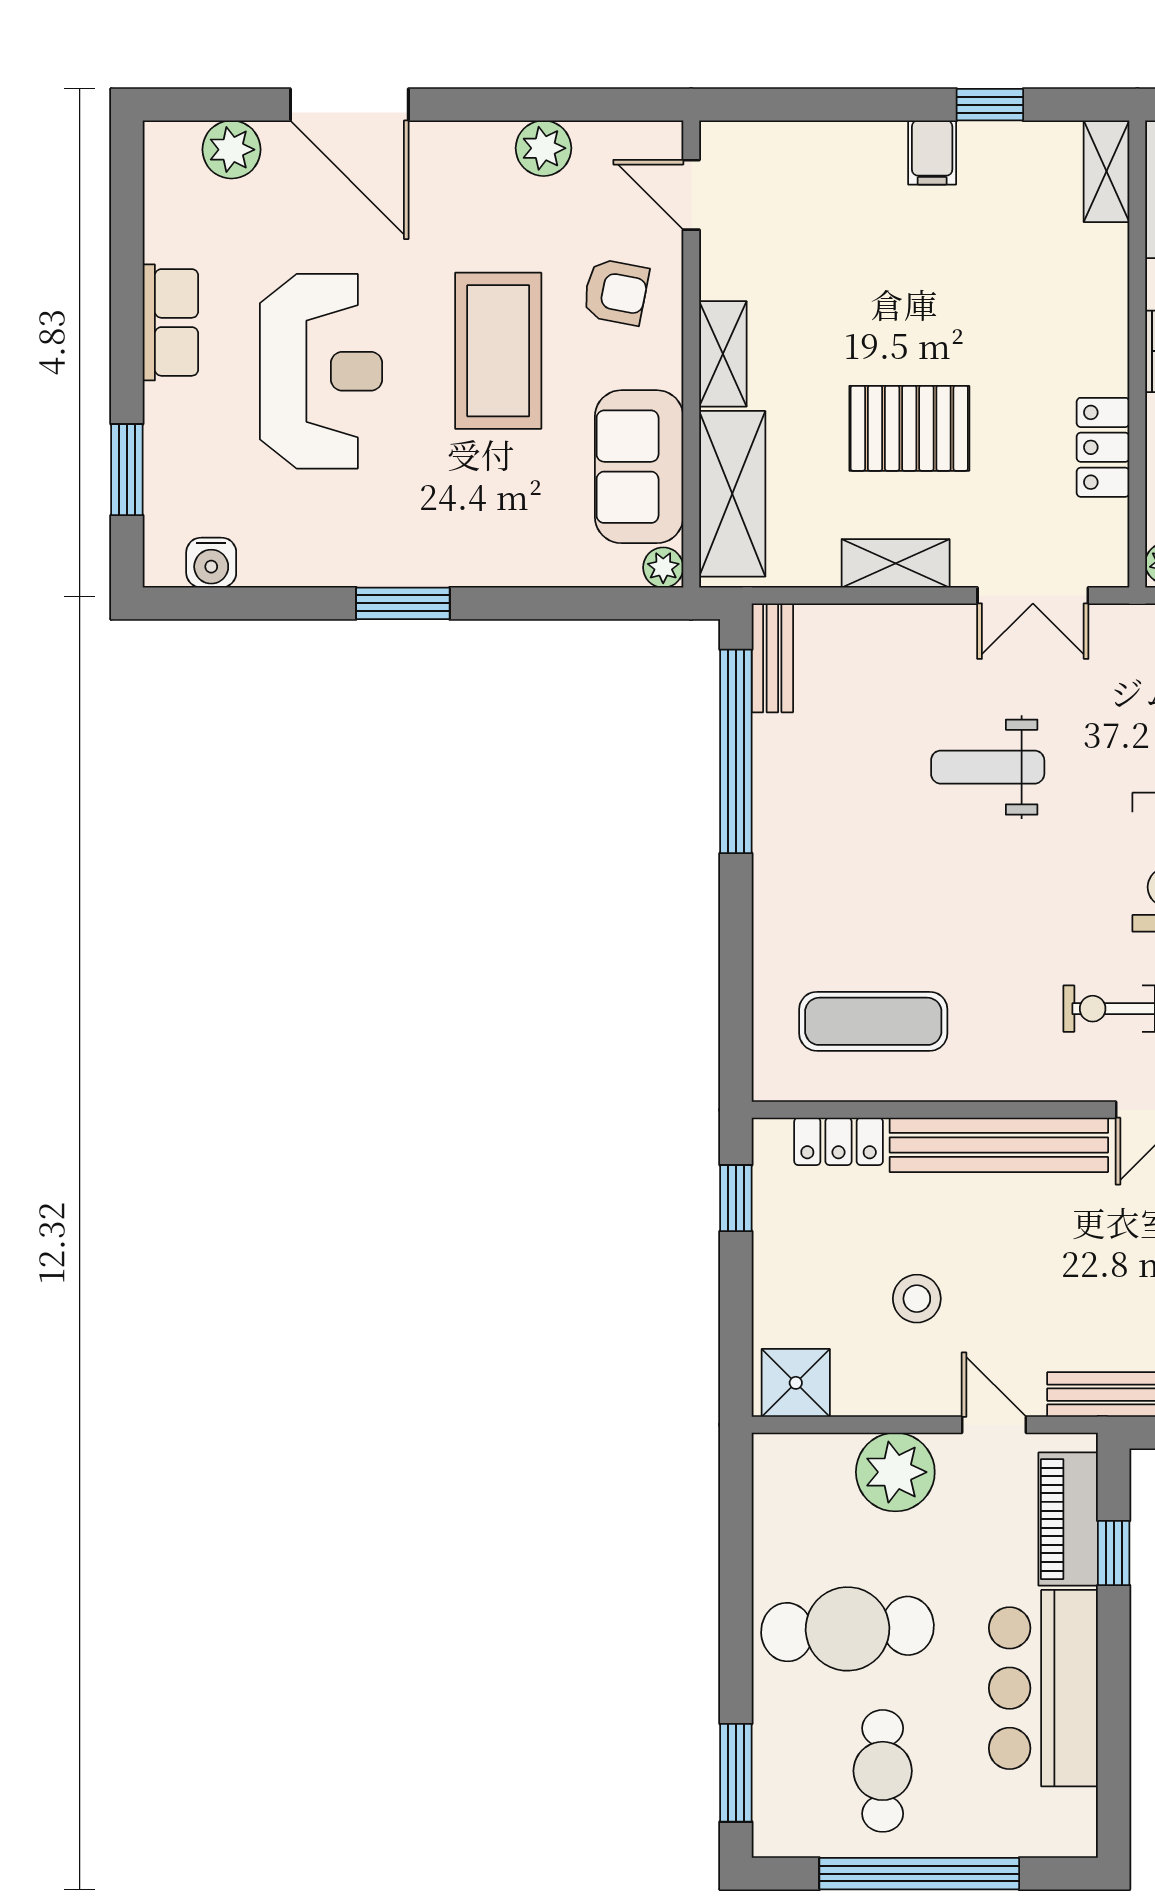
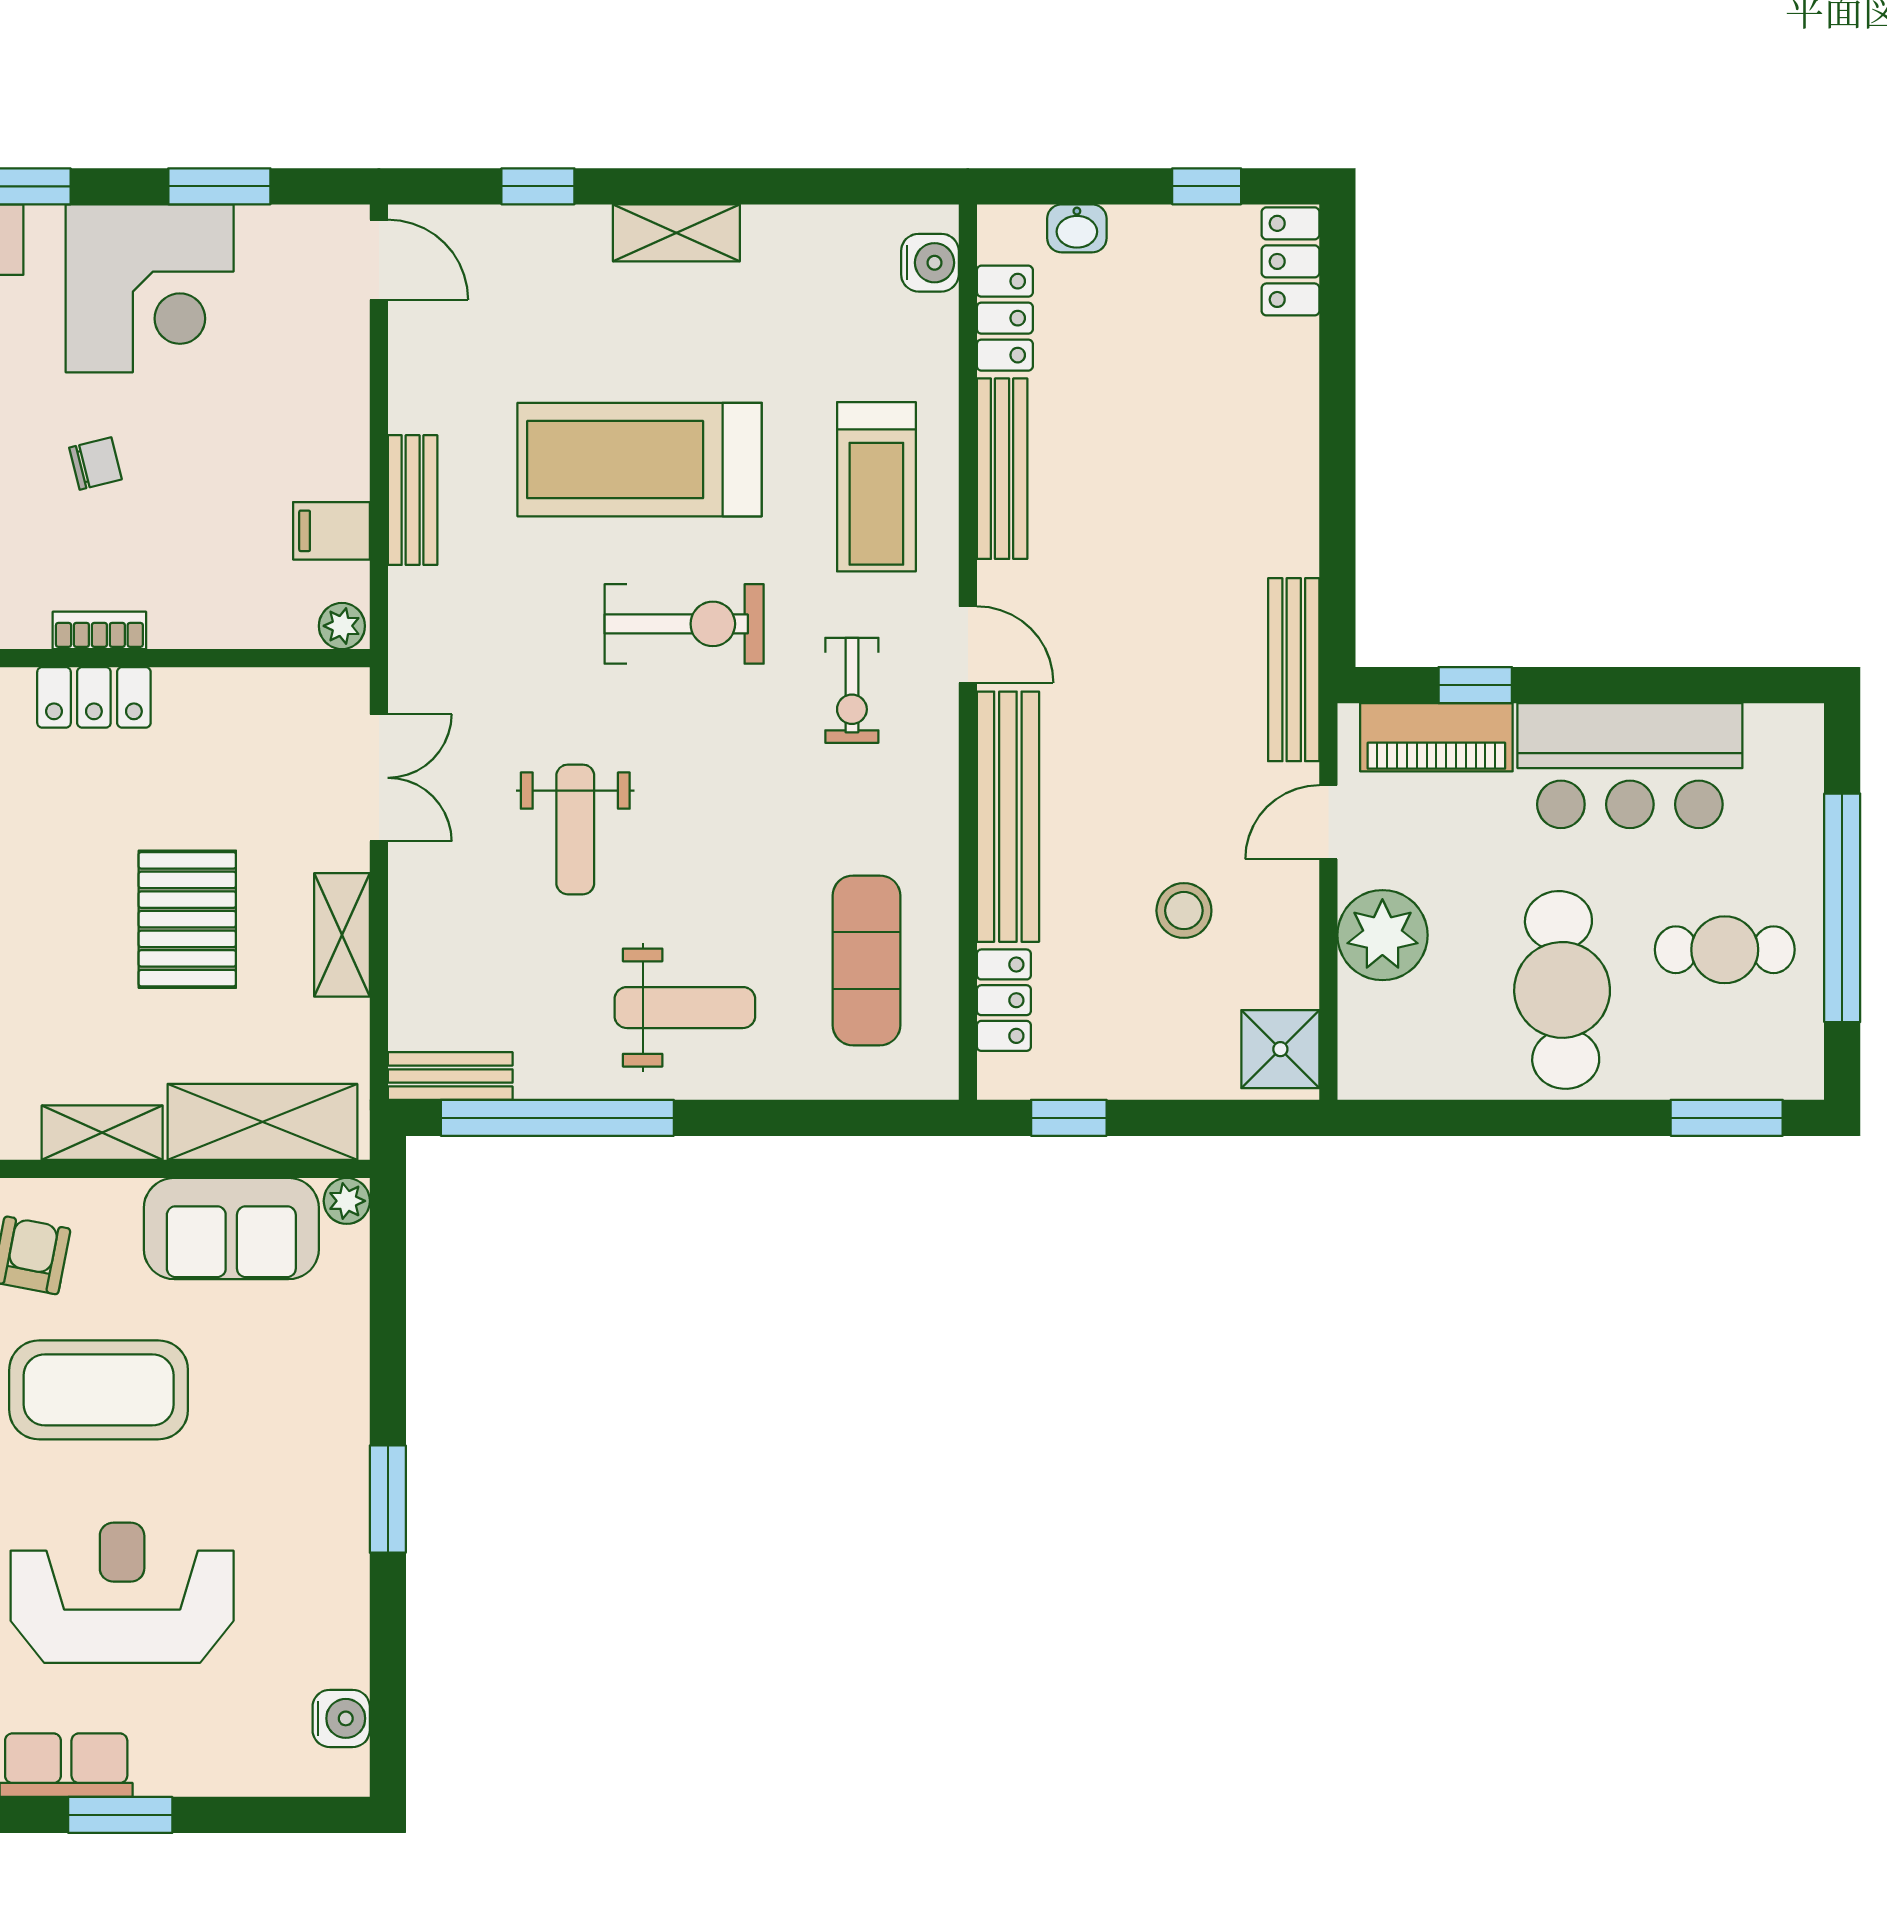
locker: (1103, 447) -> (94, 697), moved
window: (127, 470) -> (120, 1815), moved
weight bench: (832, 863) -> (685, 1008), added

